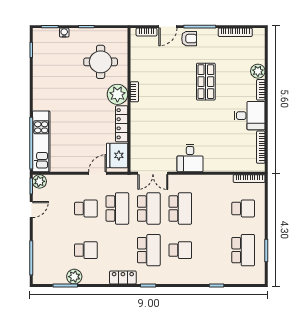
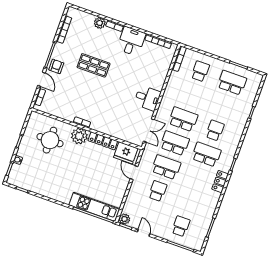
school desk: (86, 250) -> (181, 226), moved
plant: (74, 277) -> (206, 218), removed

